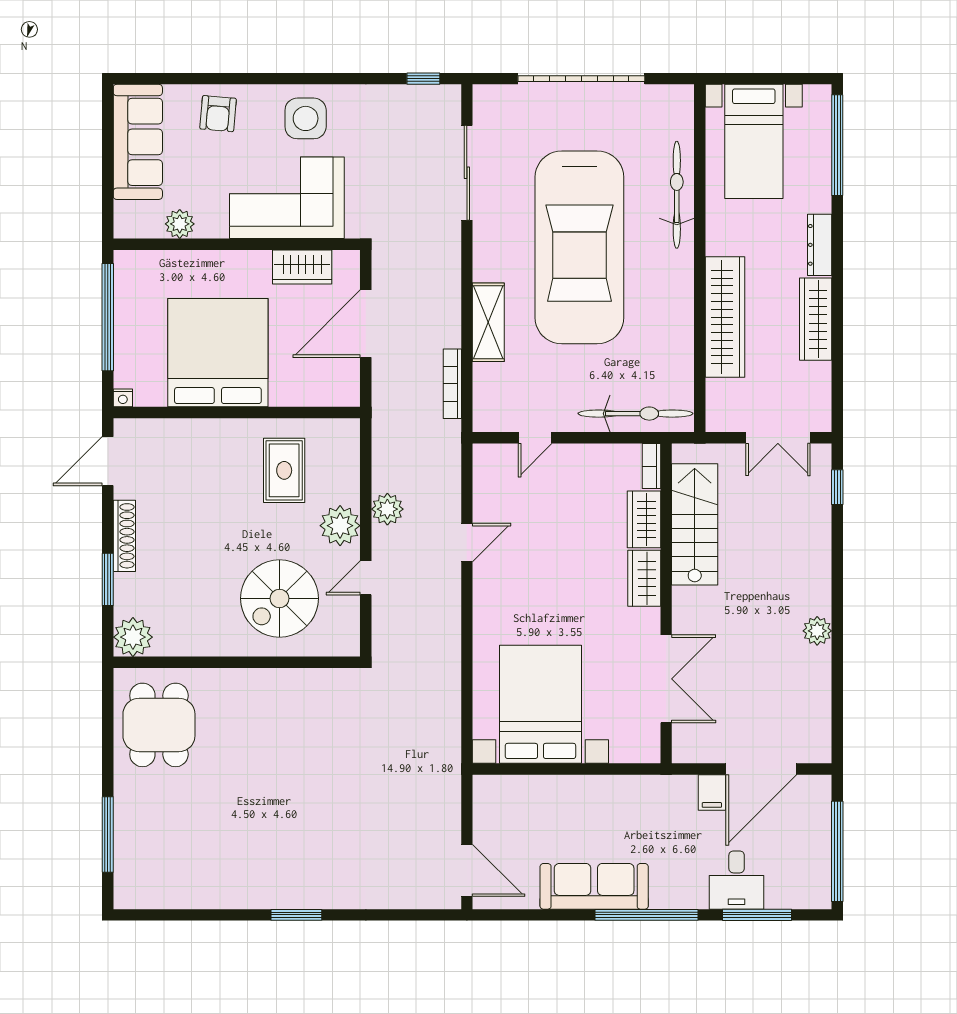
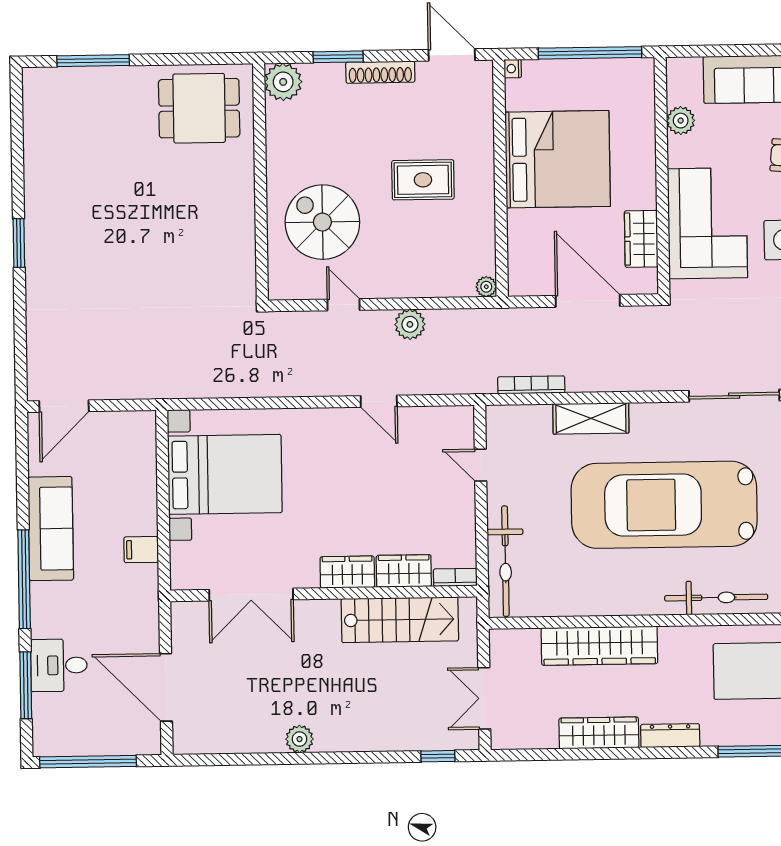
rug: (284, 470) -> (423, 180), moved
plant: (340, 526) -> (486, 287), moved, width x0.53, depth x0.53
filing cabinet: (712, 792) -> (141, 550), moved

